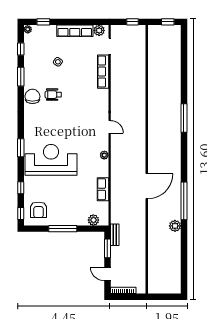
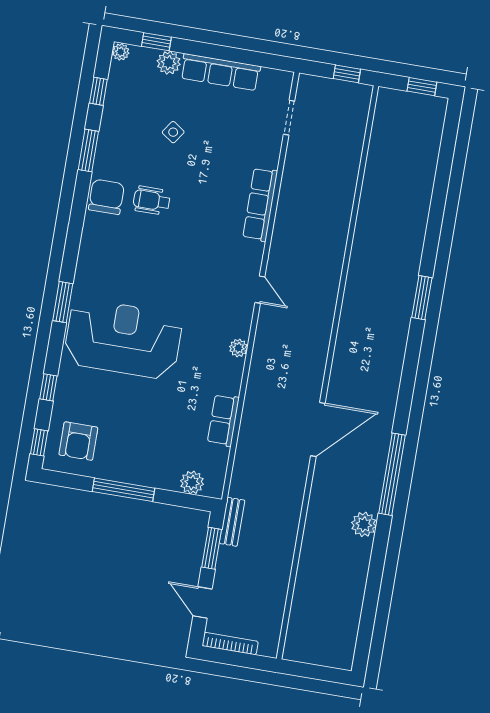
plant: (99, 30) -> (169, 63), moved
row of seats: (103, 72) -> (260, 204), moved
window: (184, 118) -> (422, 298), width x0.69

